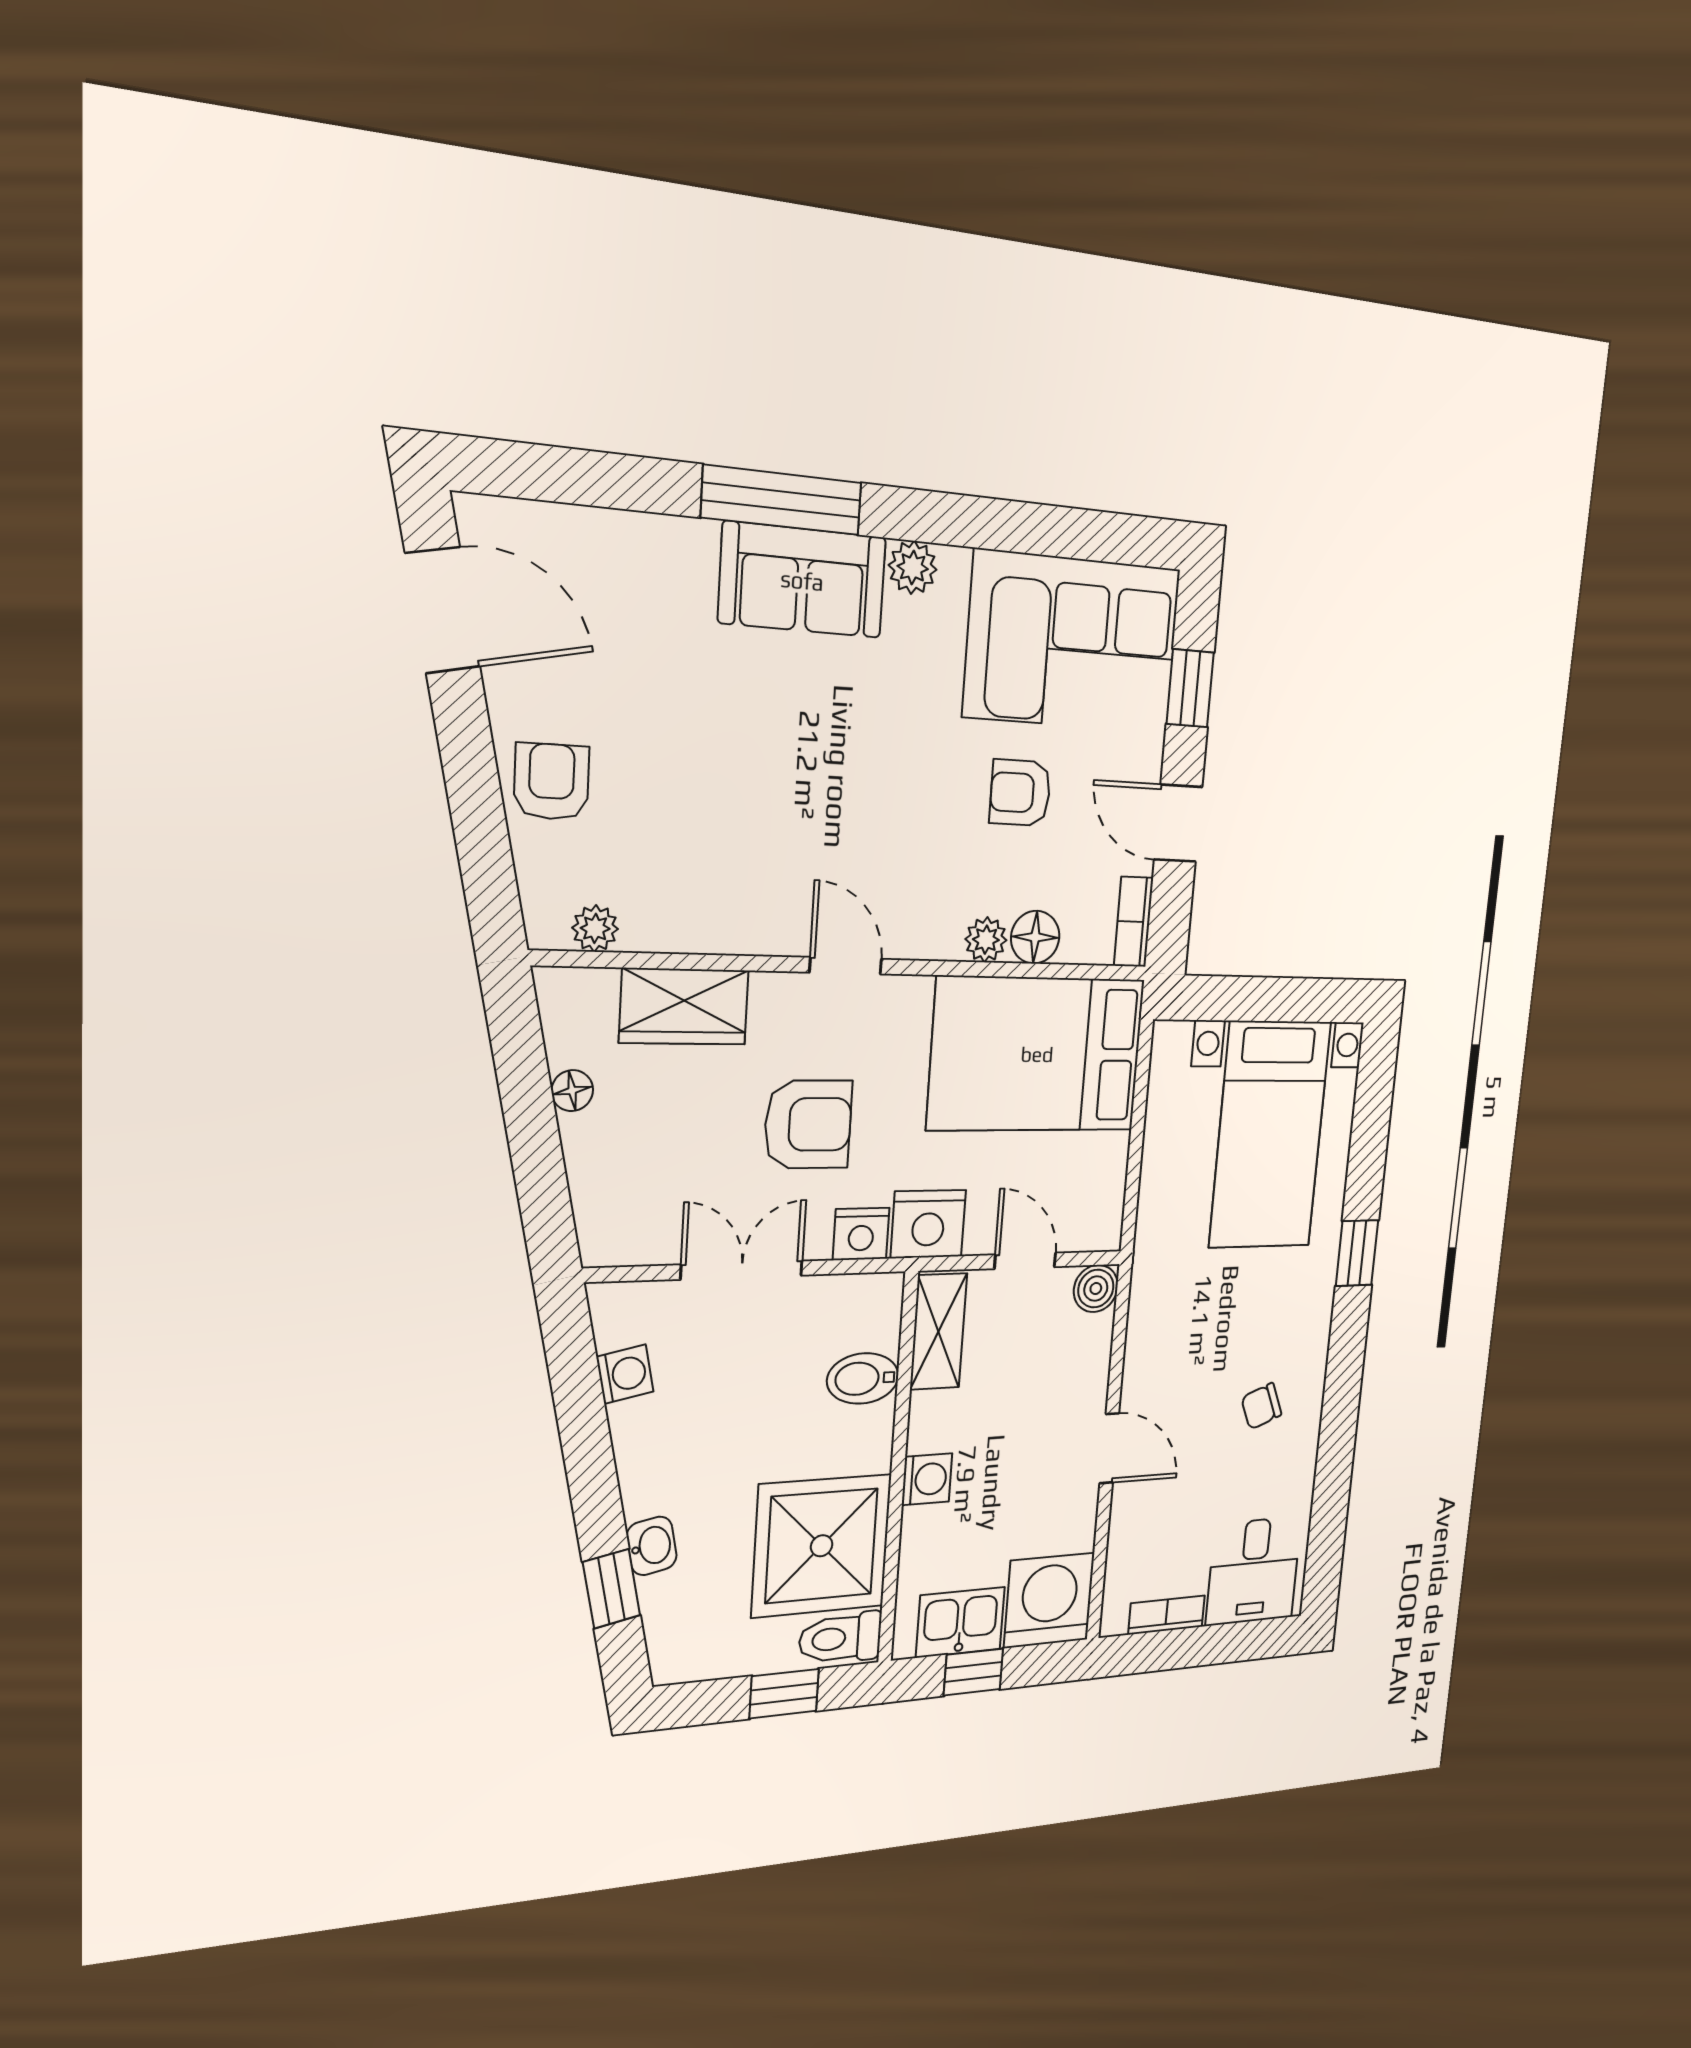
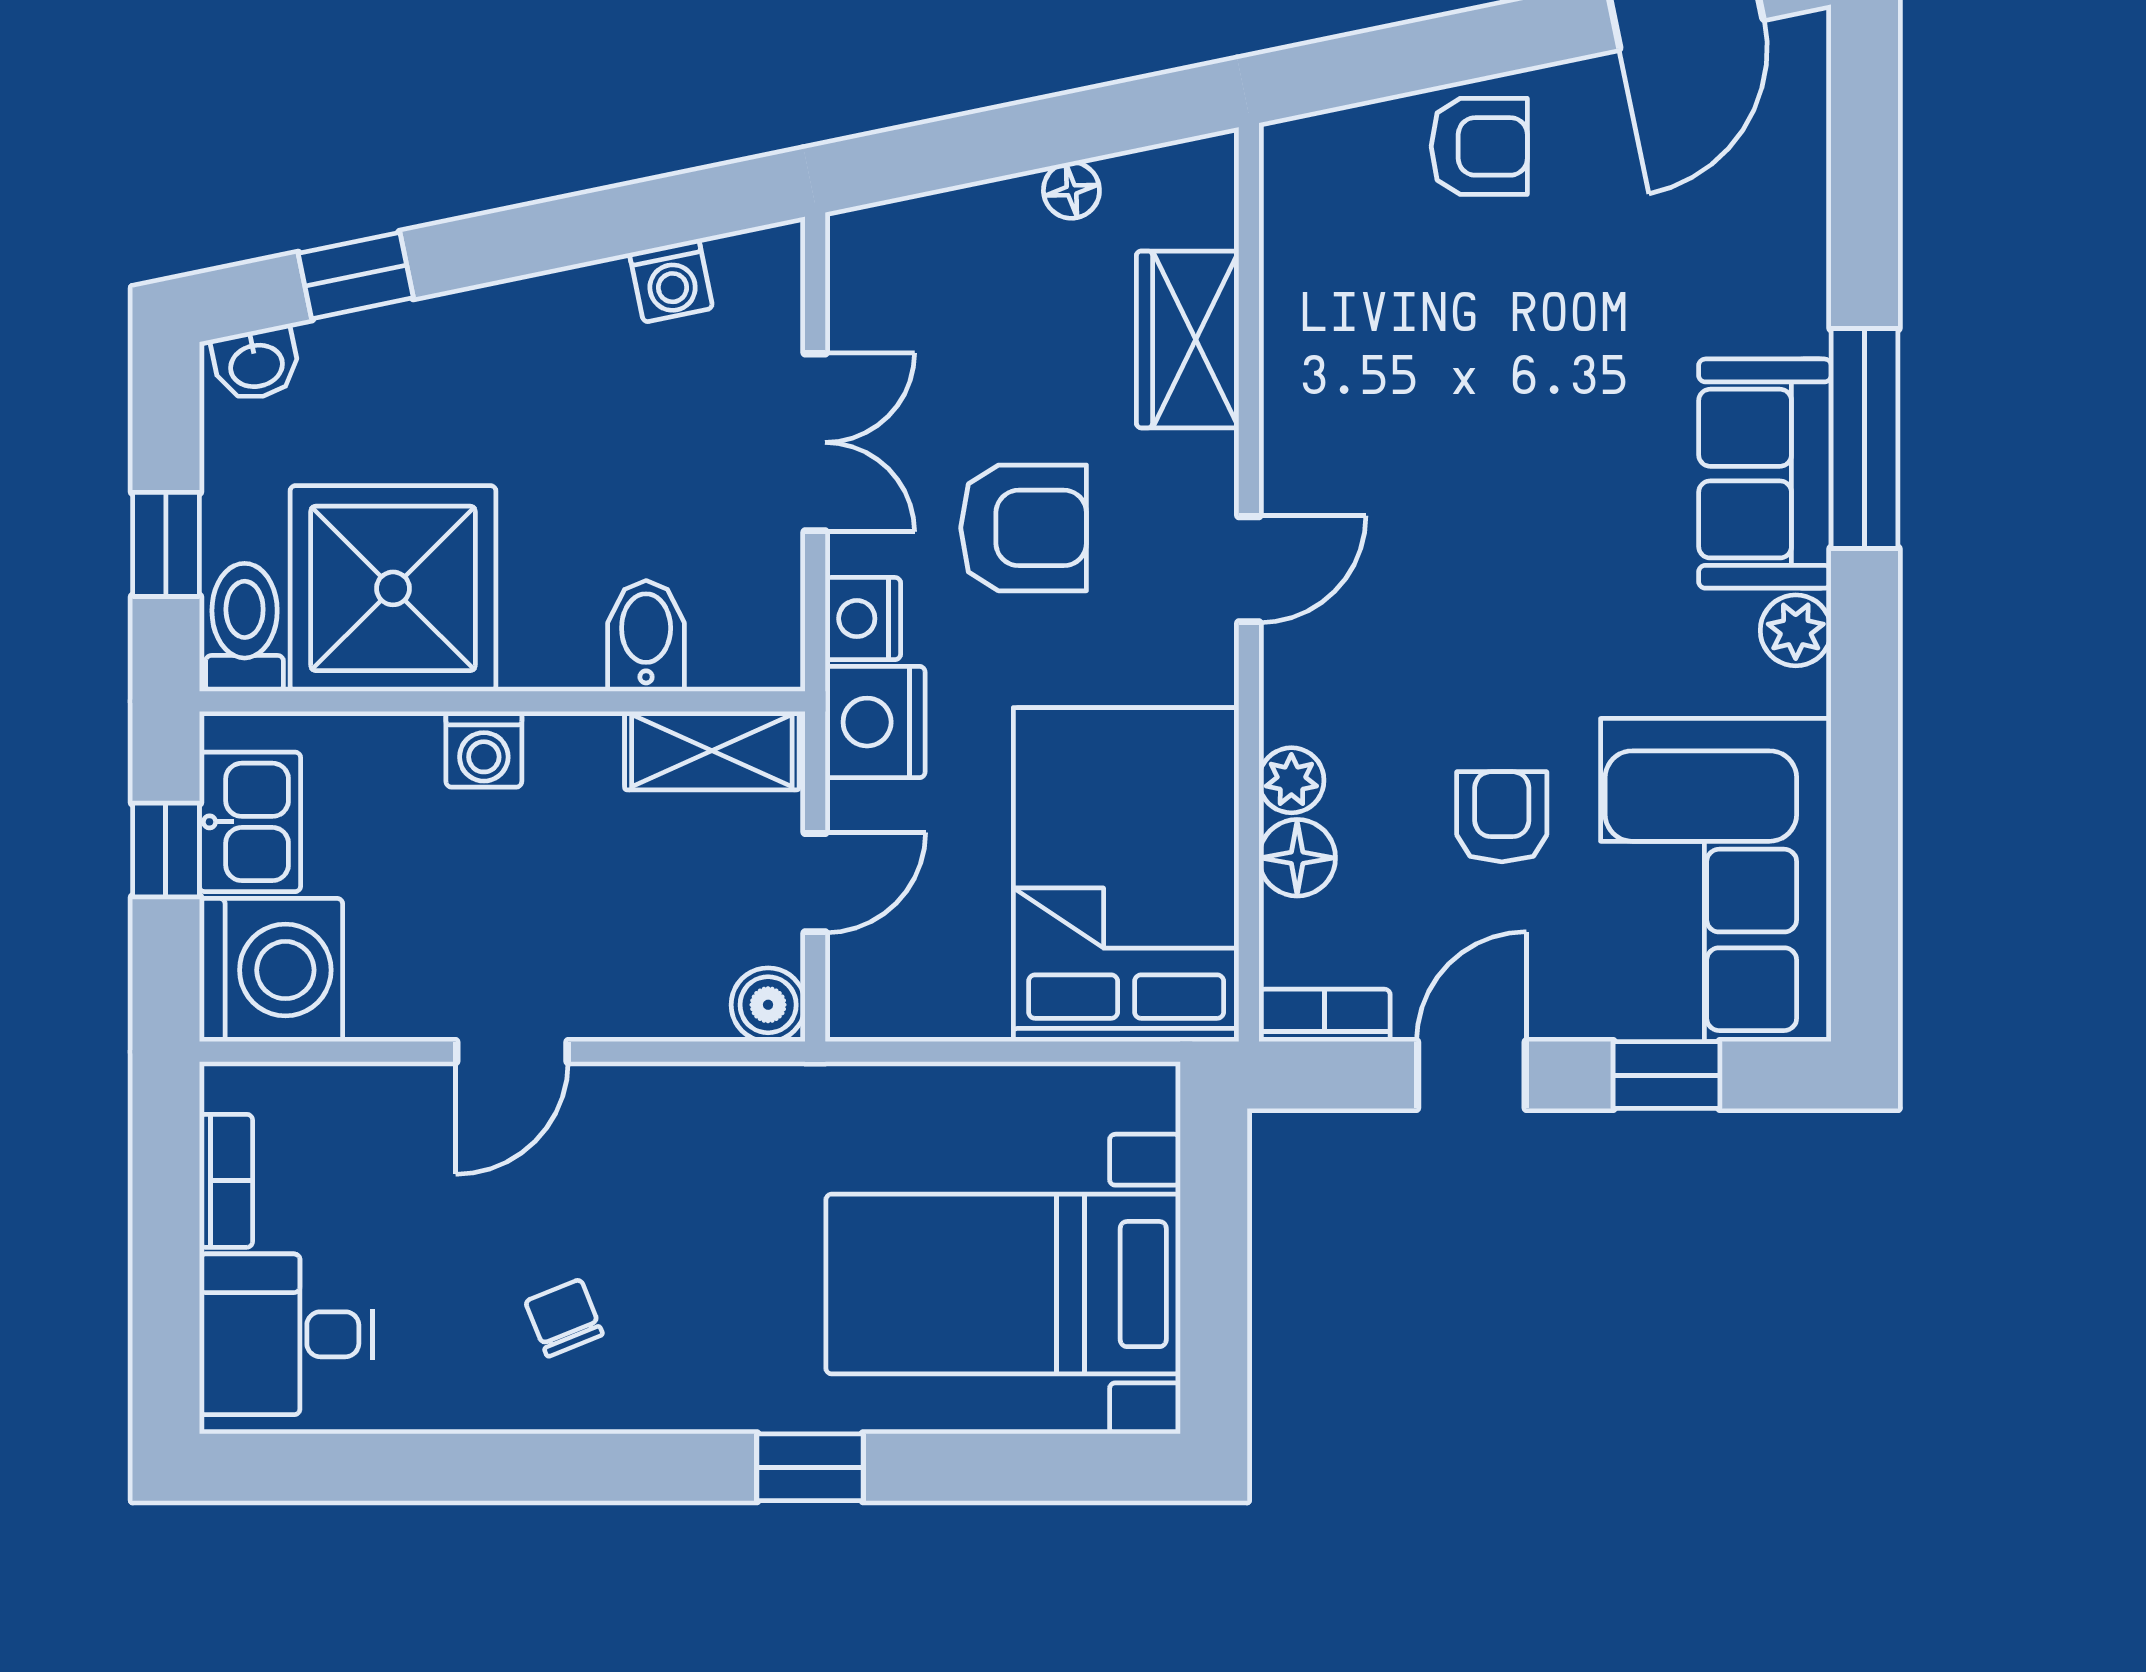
plant: (595, 928) -> (1290, 212), removed
armchair: (808, 1124) -> (1024, 528), turned -90
washbasin: (652, 1546) -> (256, 364), moved

